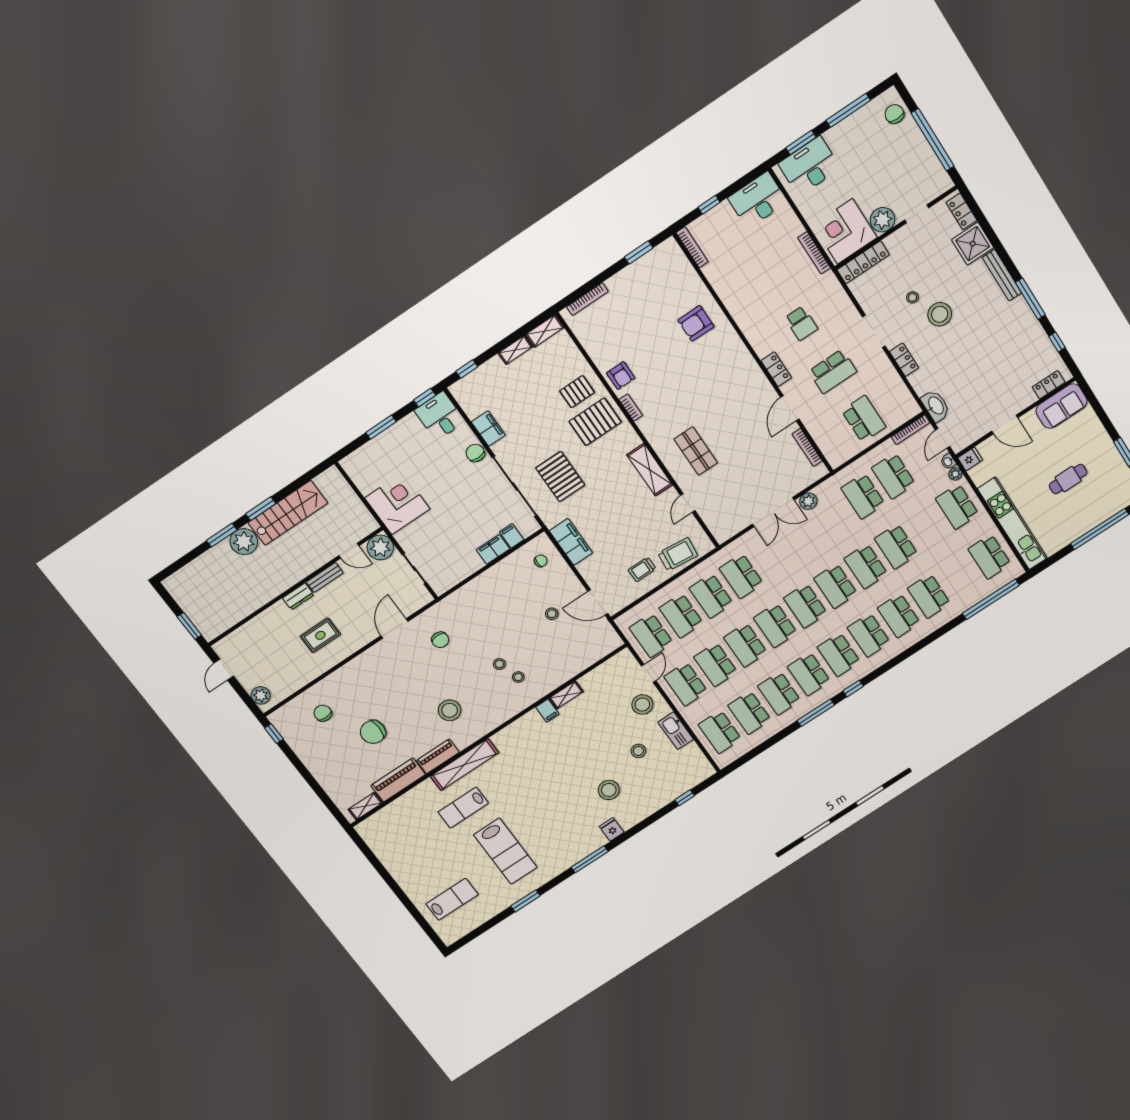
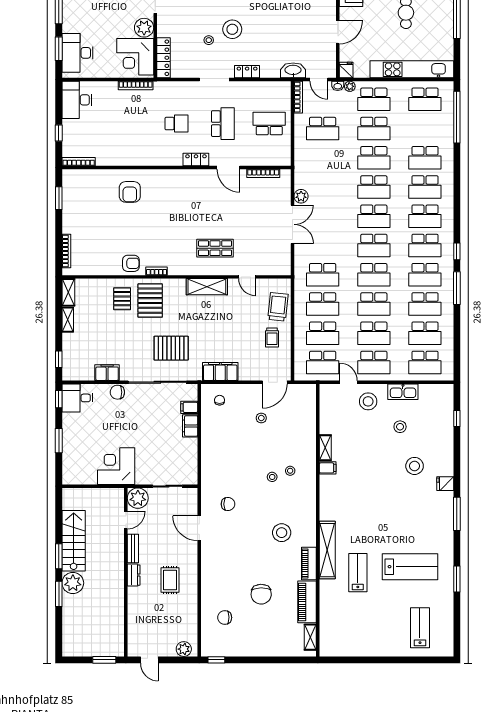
school desk: (863, 496) -> (374, 129), moved
lab bench: (463, 808) -> (358, 573), turned 180

